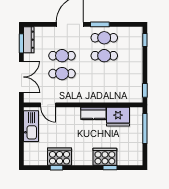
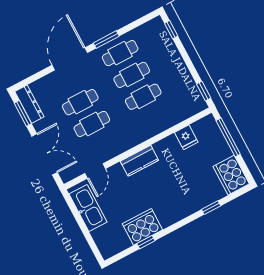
cafe table: (104, 74) -> (143, 97), added
door: (48, 105) -> (95, 171), hinge flipped
kitchen counter: (93, 113) -> (139, 161), moved
fridge: (118, 117) -> (186, 137), width x0.53, depth x0.75
cooker: (105, 157) -> (231, 175), moved, turned -90

